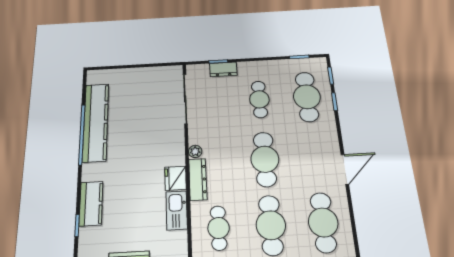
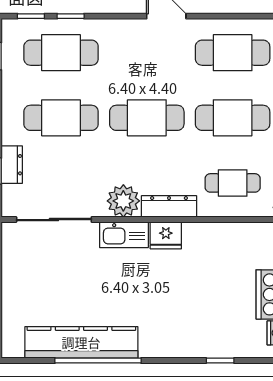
cafe table: (259, 99) -> (61, 118), width x1.37, depth x1.35
plant: (195, 151) -> (123, 201), width x1.88, depth x1.88
kitchen counter: (91, 204) -> (193, 344), removed
kitchen sink: (177, 210) -> (124, 235), moved

